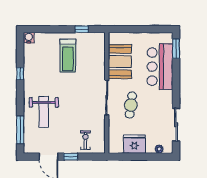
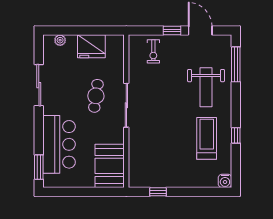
treadmill: (68, 56) -> (207, 138), moved
booth: (120, 62) -> (110, 166), moved
weight bench: (44, 112) -> (206, 87), turned 180
sliding door: (176, 125) -> (39, 85), moved

